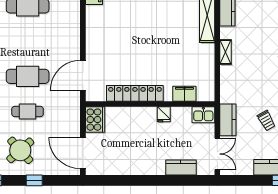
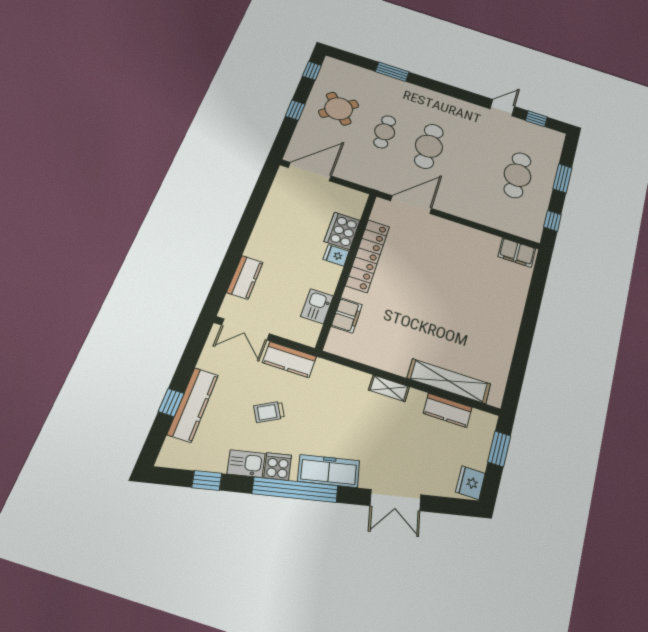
door: (83, 75) -> (411, 205), hinge flipped
fridge: (164, 114) -> (336, 255), moved
kitchen sink: (203, 115) -> (317, 306), moved
cooker: (95, 120) -> (342, 231), moved, turned 90

